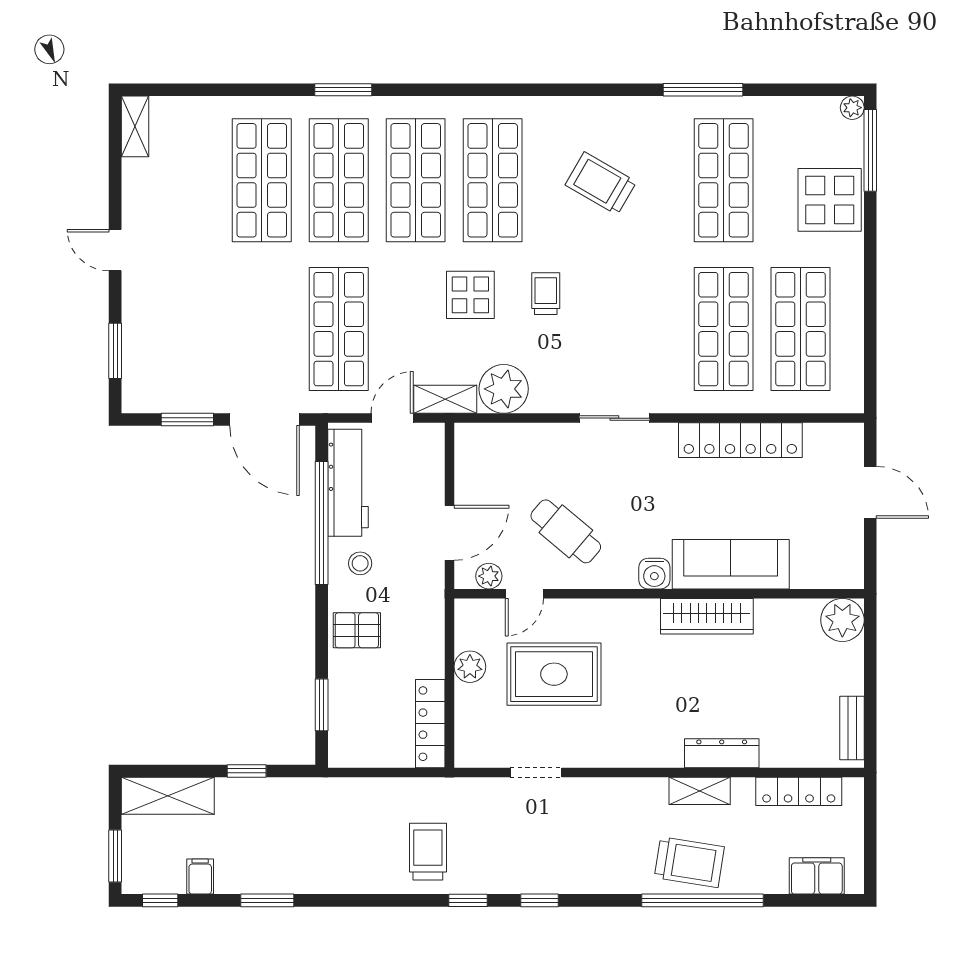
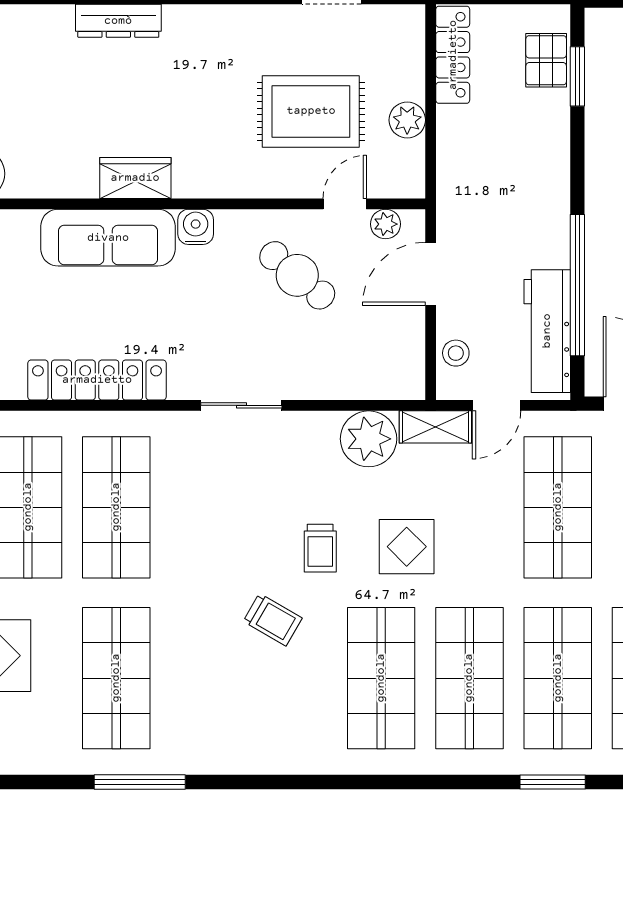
trolley: (601, 183) -> (273, 620), moved, width x0.73, depth x0.72
stool: (360, 563) -> (456, 353), moved
wardrobe: (707, 616) -> (135, 178), width x0.67
pallet: (357, 630) -> (546, 60), moved, turned 90

